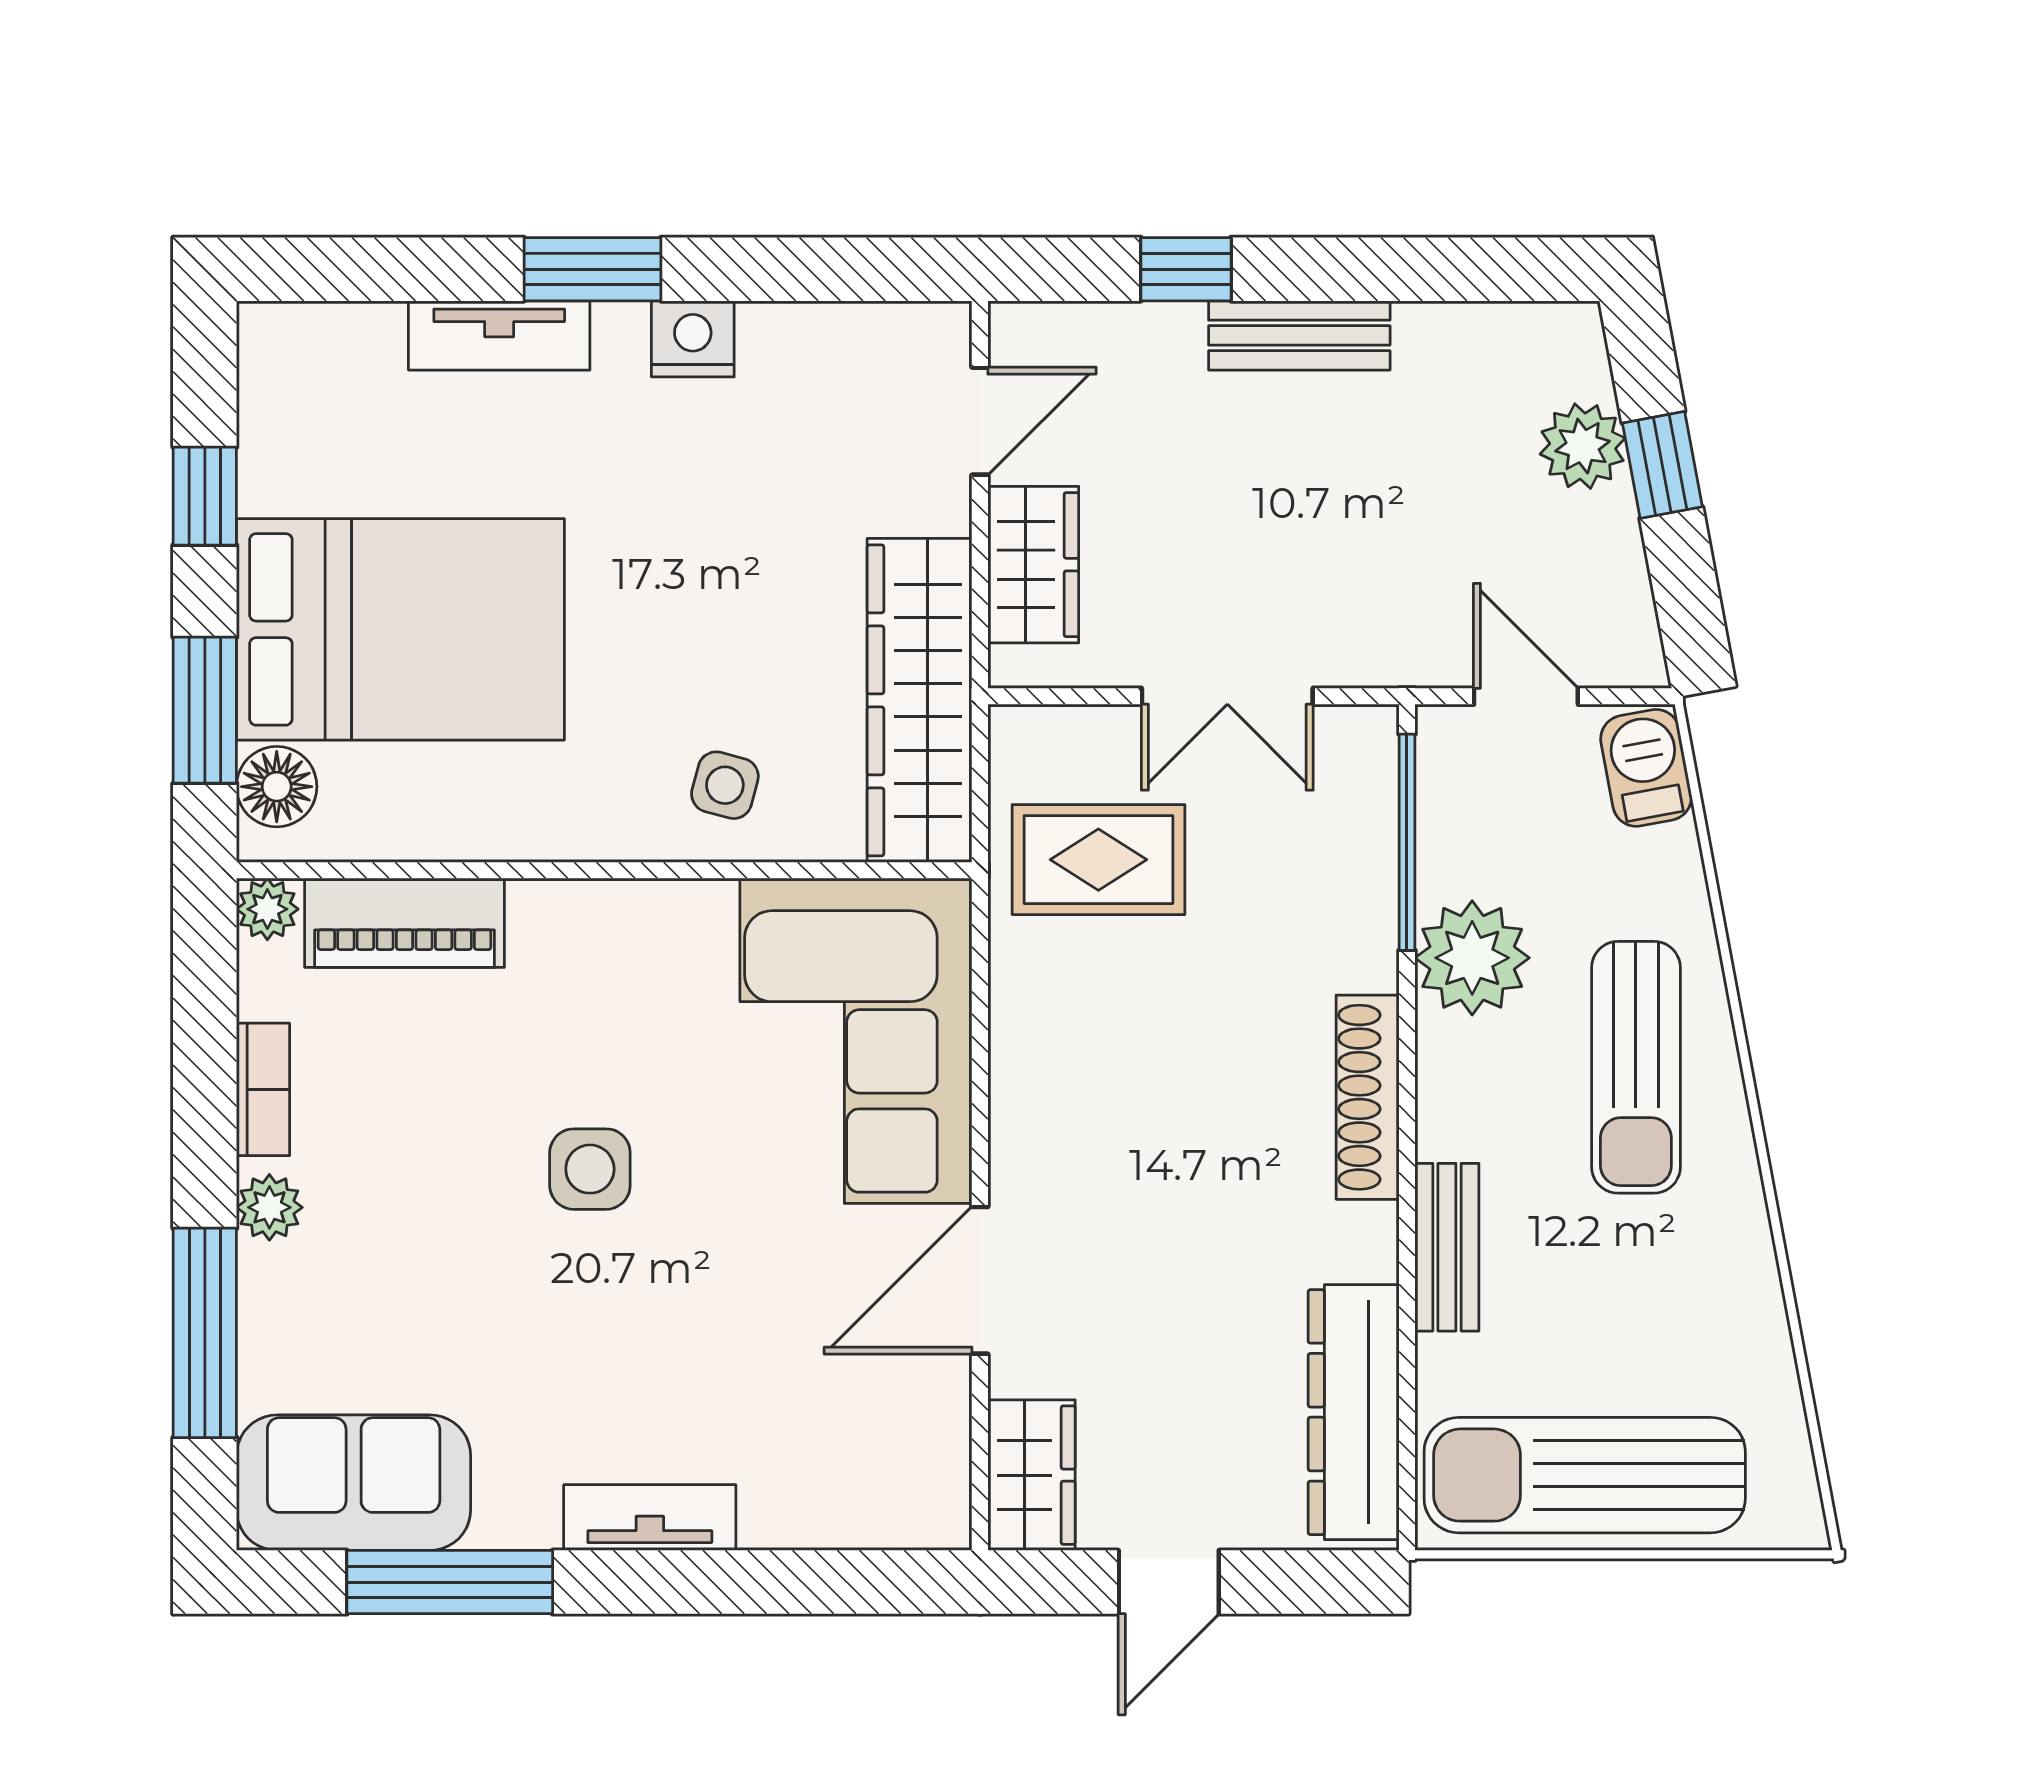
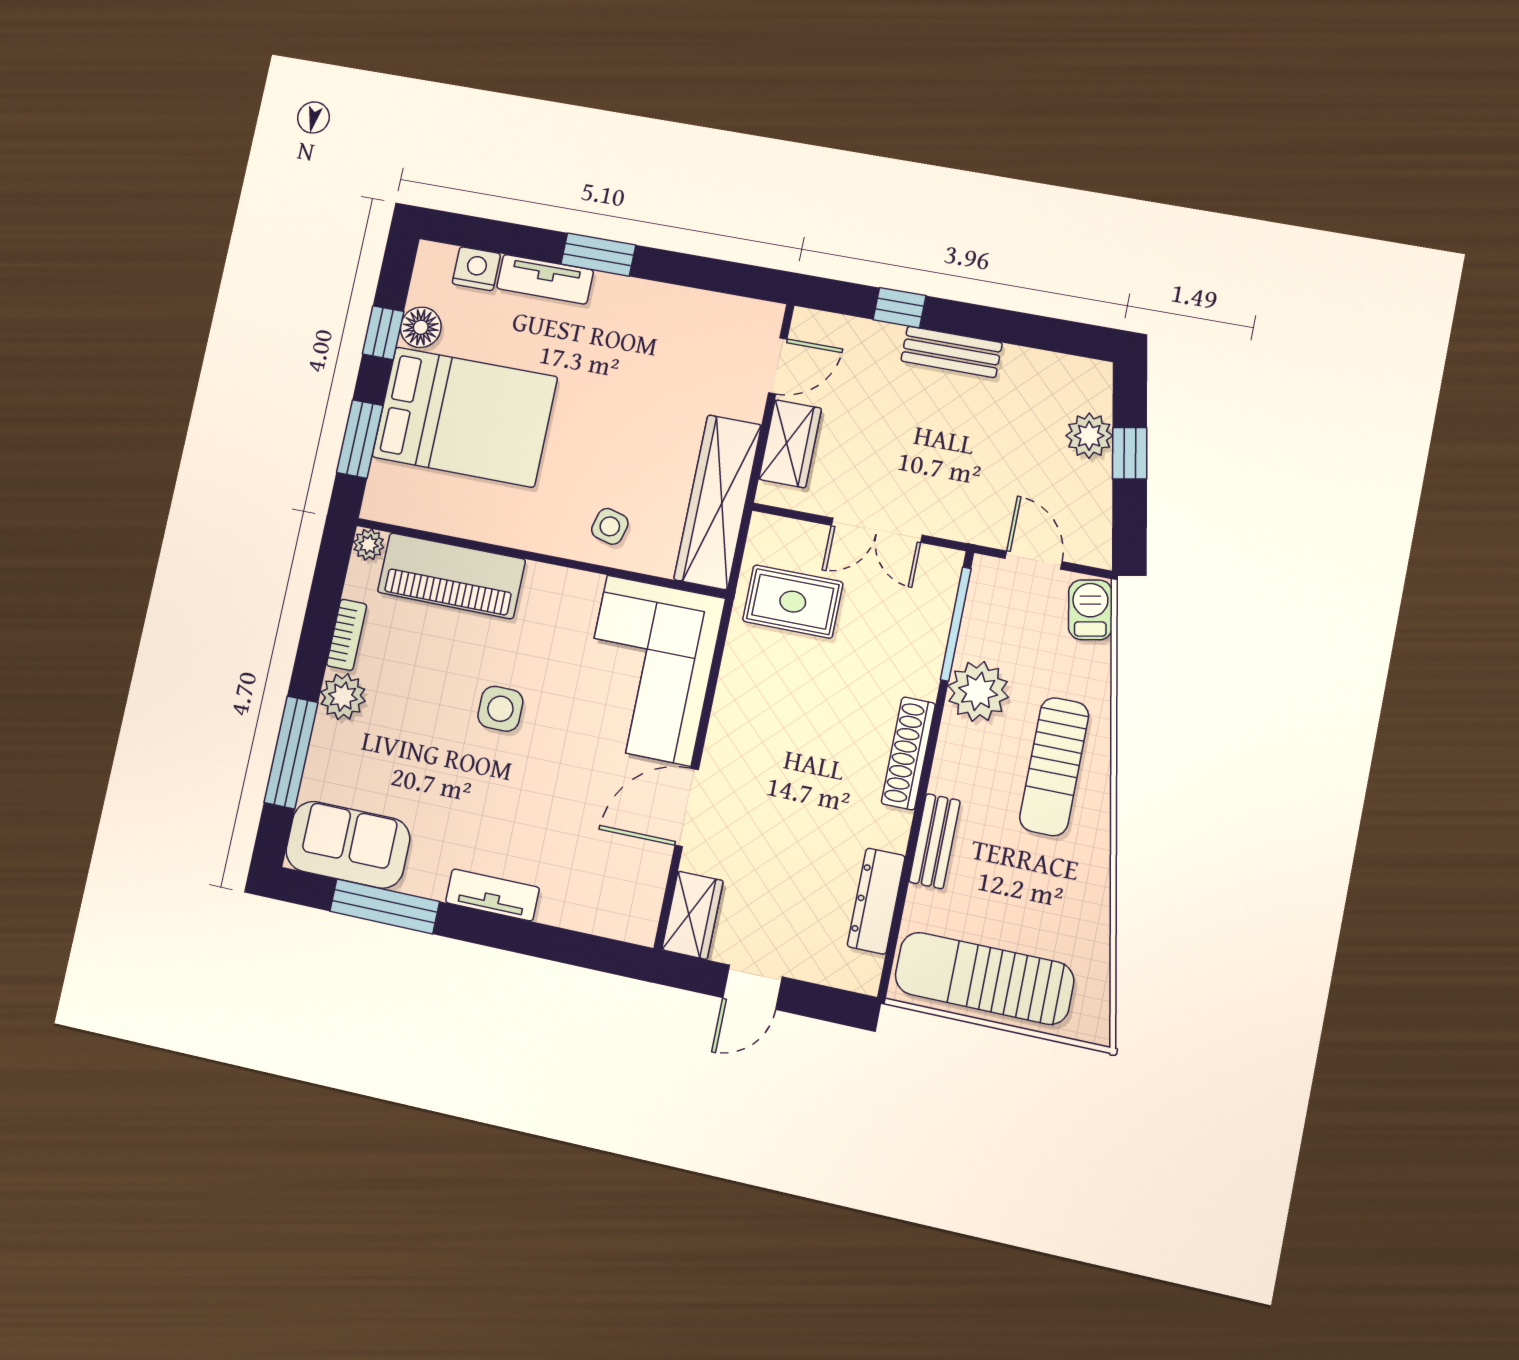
nightstand: (693, 339) -> (476, 269), moved
floor lamp: (277, 787) -> (421, 327), moved
piano: (404, 923) -> (451, 576), width x1.37, depth x1.33
plant: (269, 1207) -> (343, 697), width x1.38, depth x1.38
dresser: (1354, 1412) -> (876, 901), width x0.73, depth x0.80

